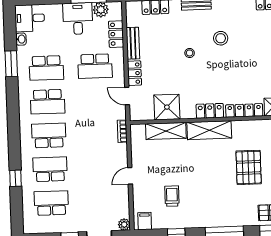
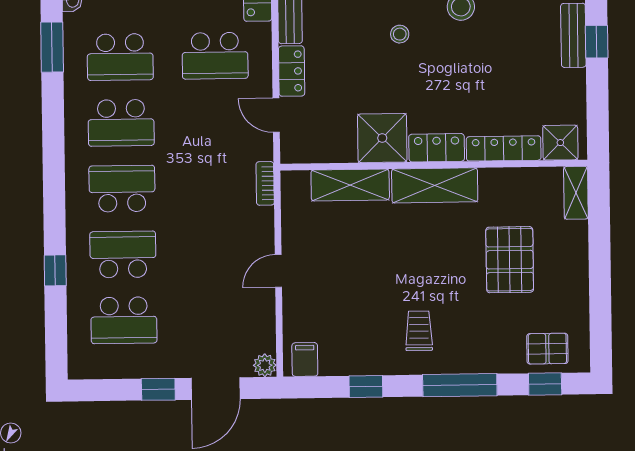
shower: (167, 107) -> (382, 138), moved
trolley: (172, 196) -> (419, 331), moved
school desk: (51, 203) -> (124, 320), turned 180

